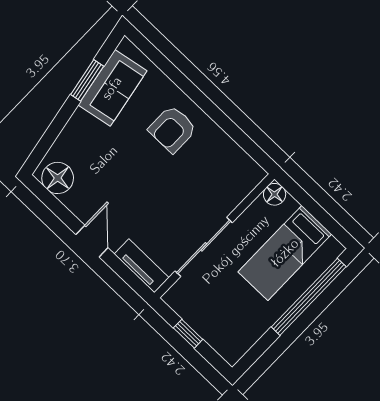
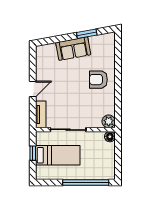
sofa: (112, 88) -> (73, 49), moved
plant: (250, 174) -> (109, 121), added
floor lamp: (58, 178) -> (43, 56), removed
bed: (285, 253) -> (58, 155), moved, turned 180

